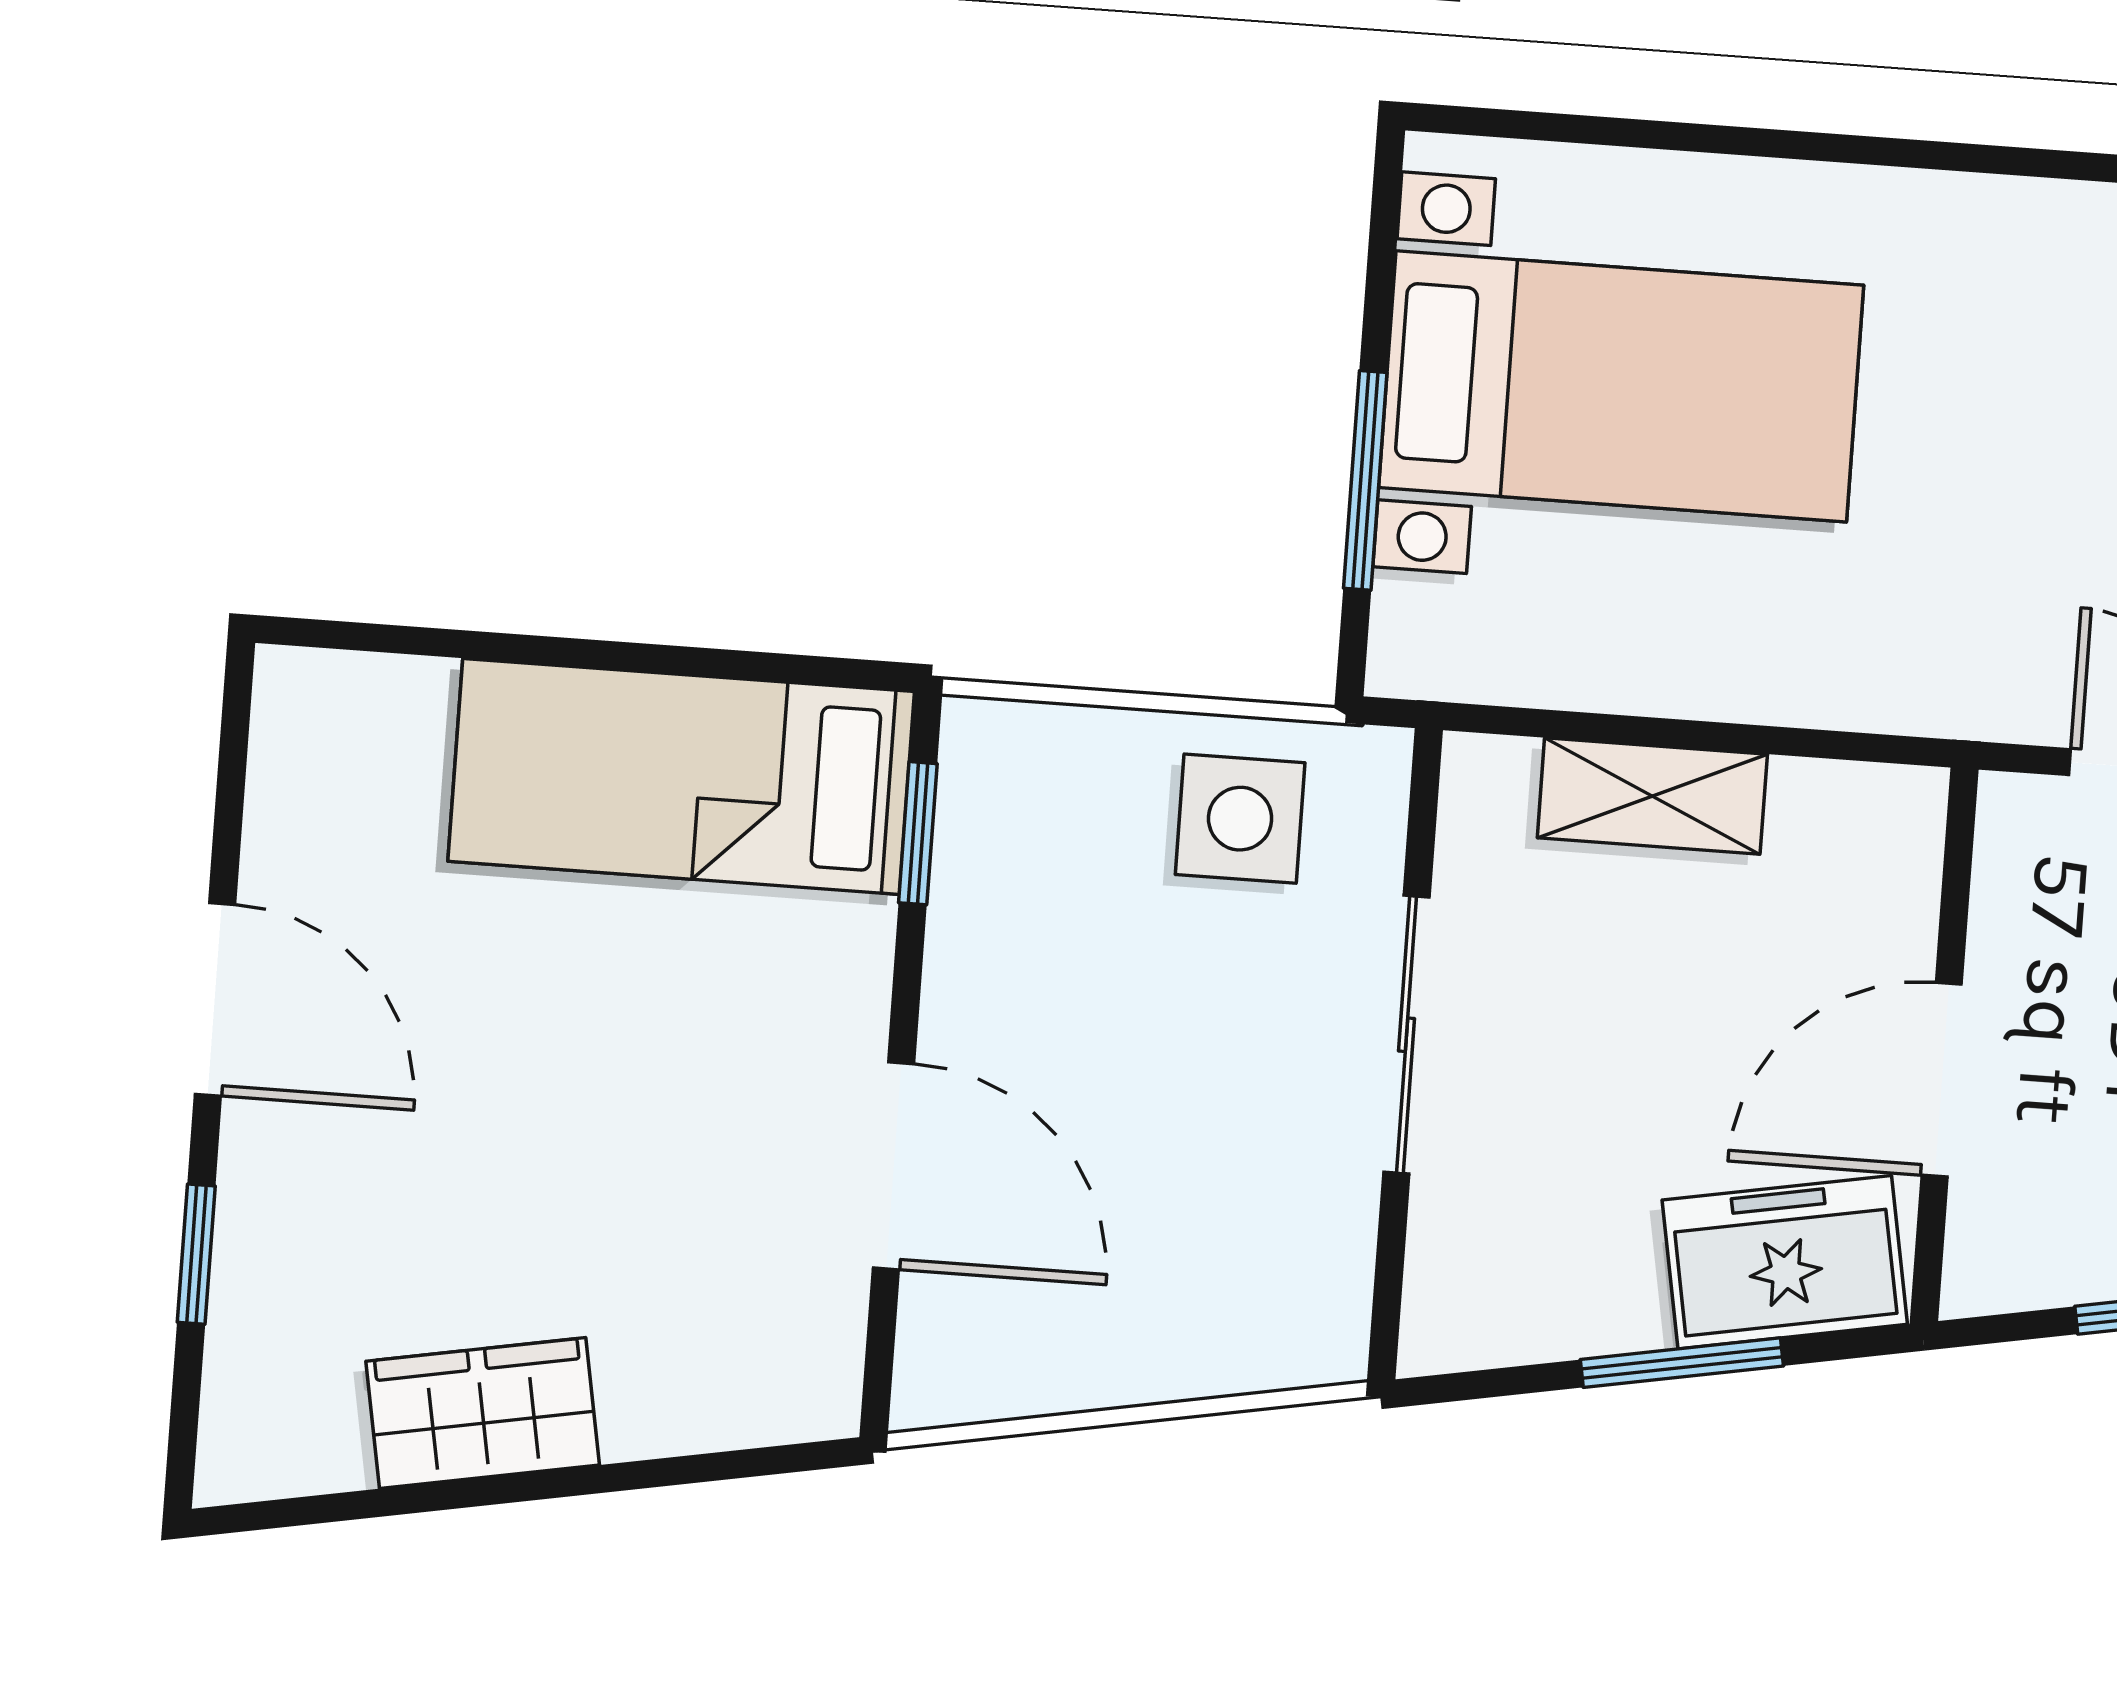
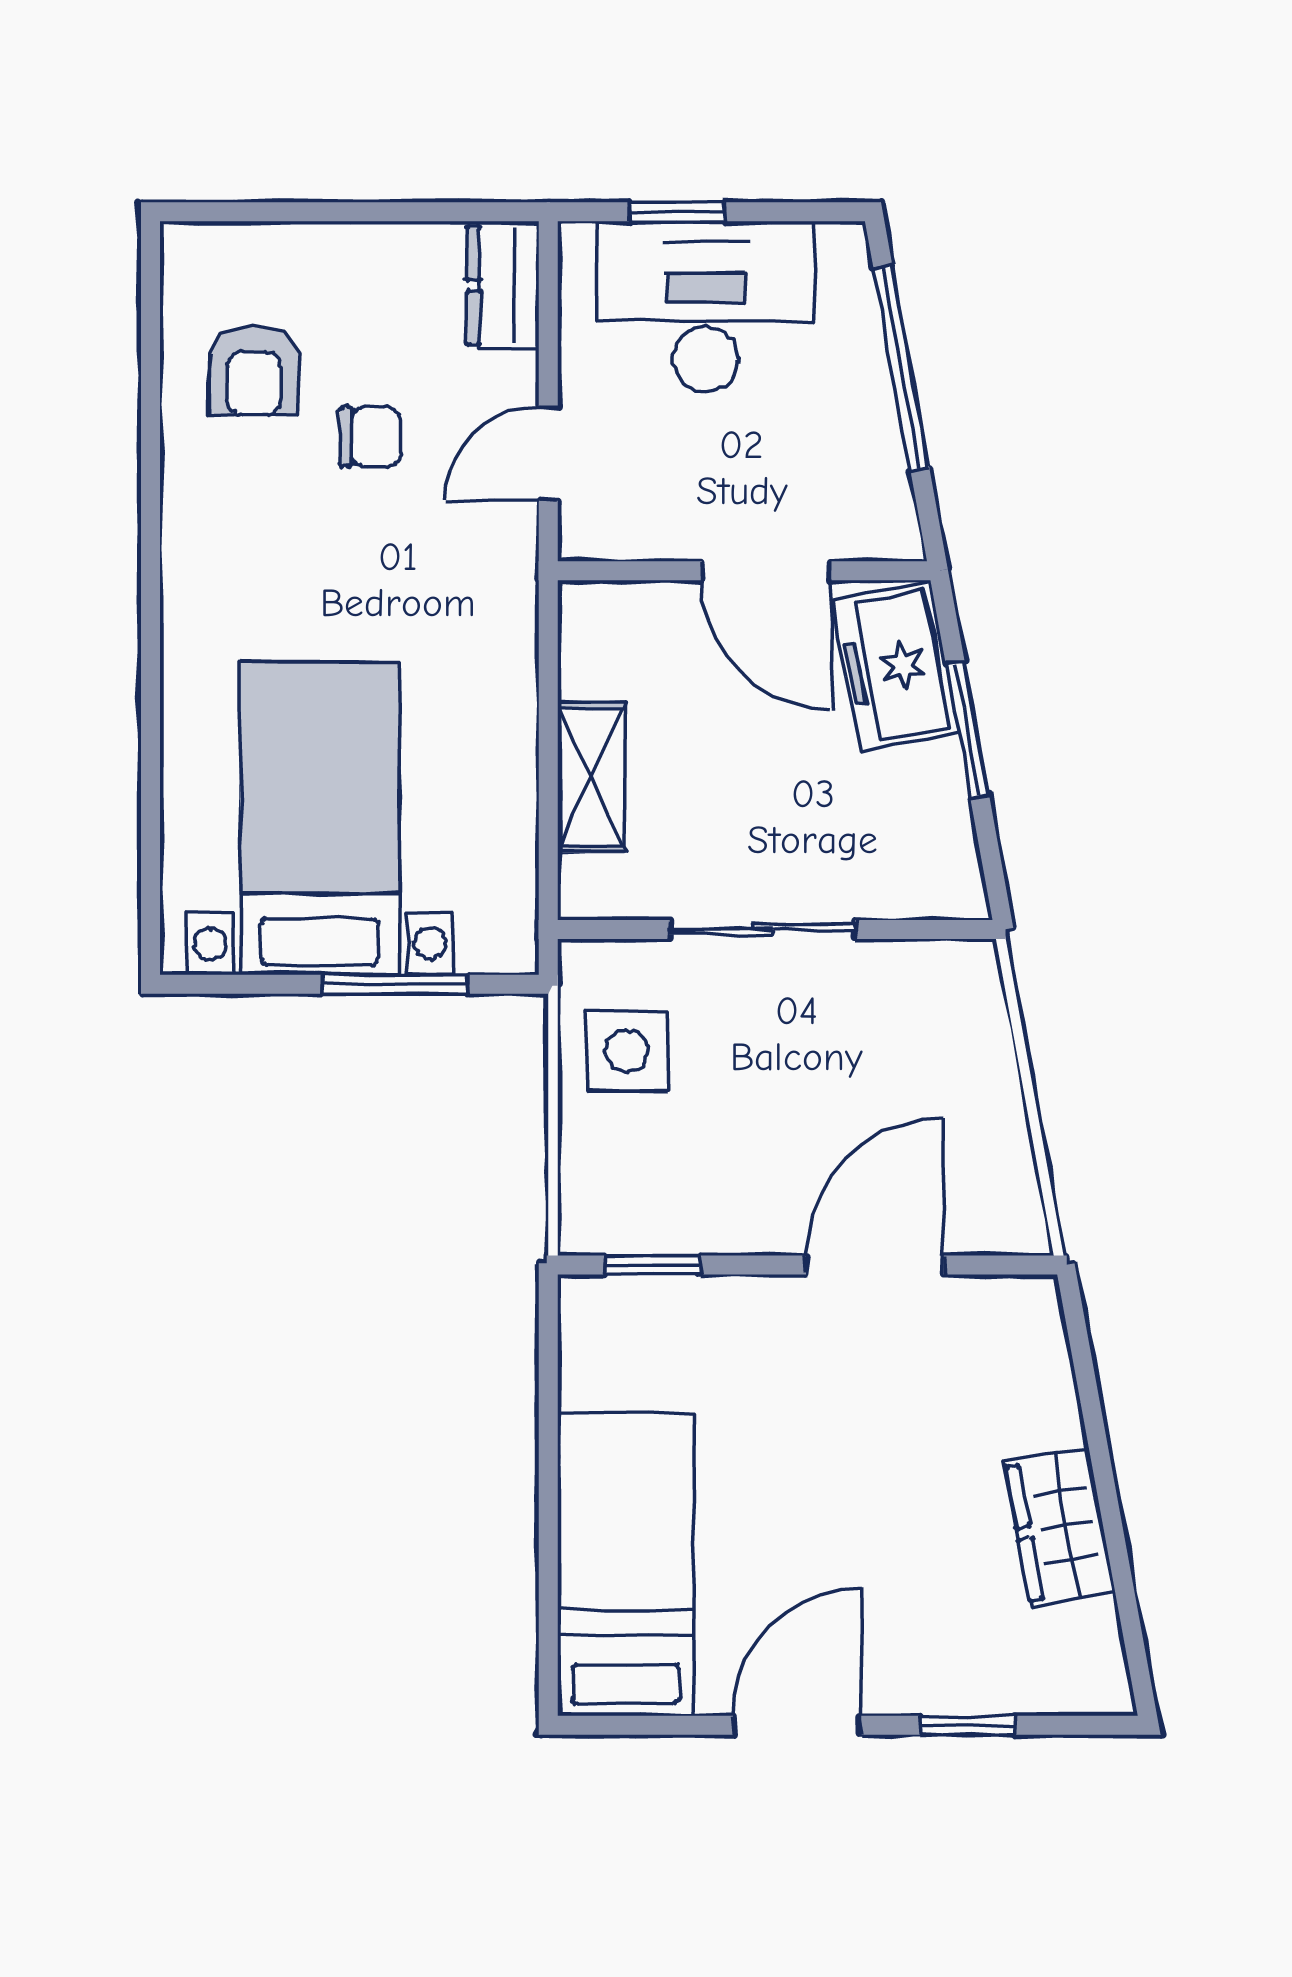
bed: (681, 776) -> (626, 1565), moved, turned 180

